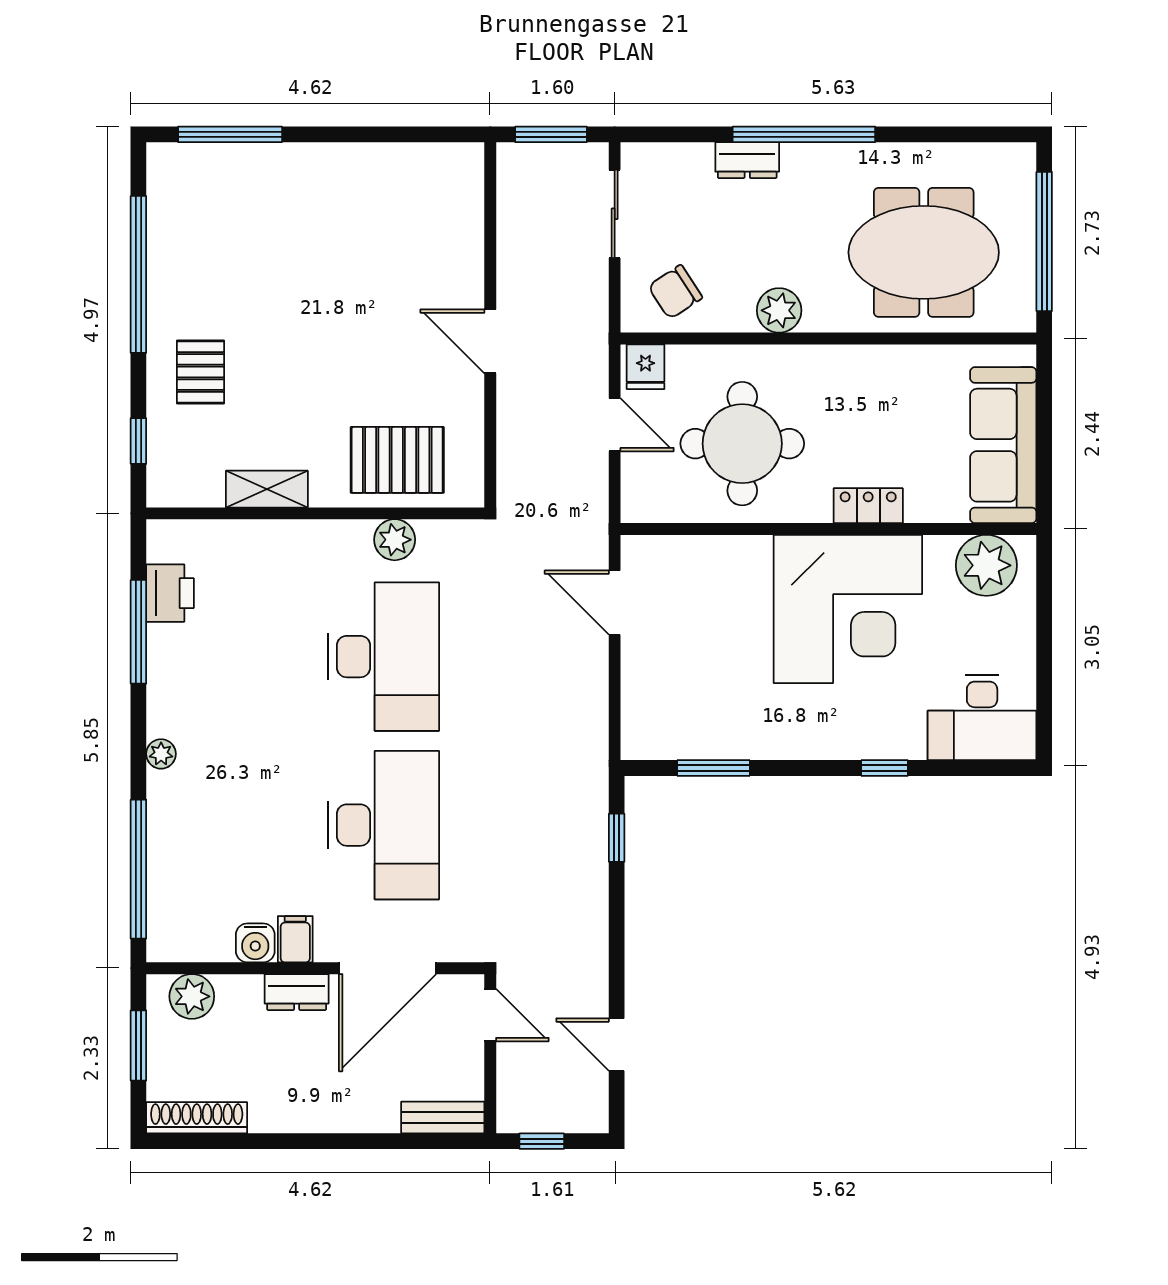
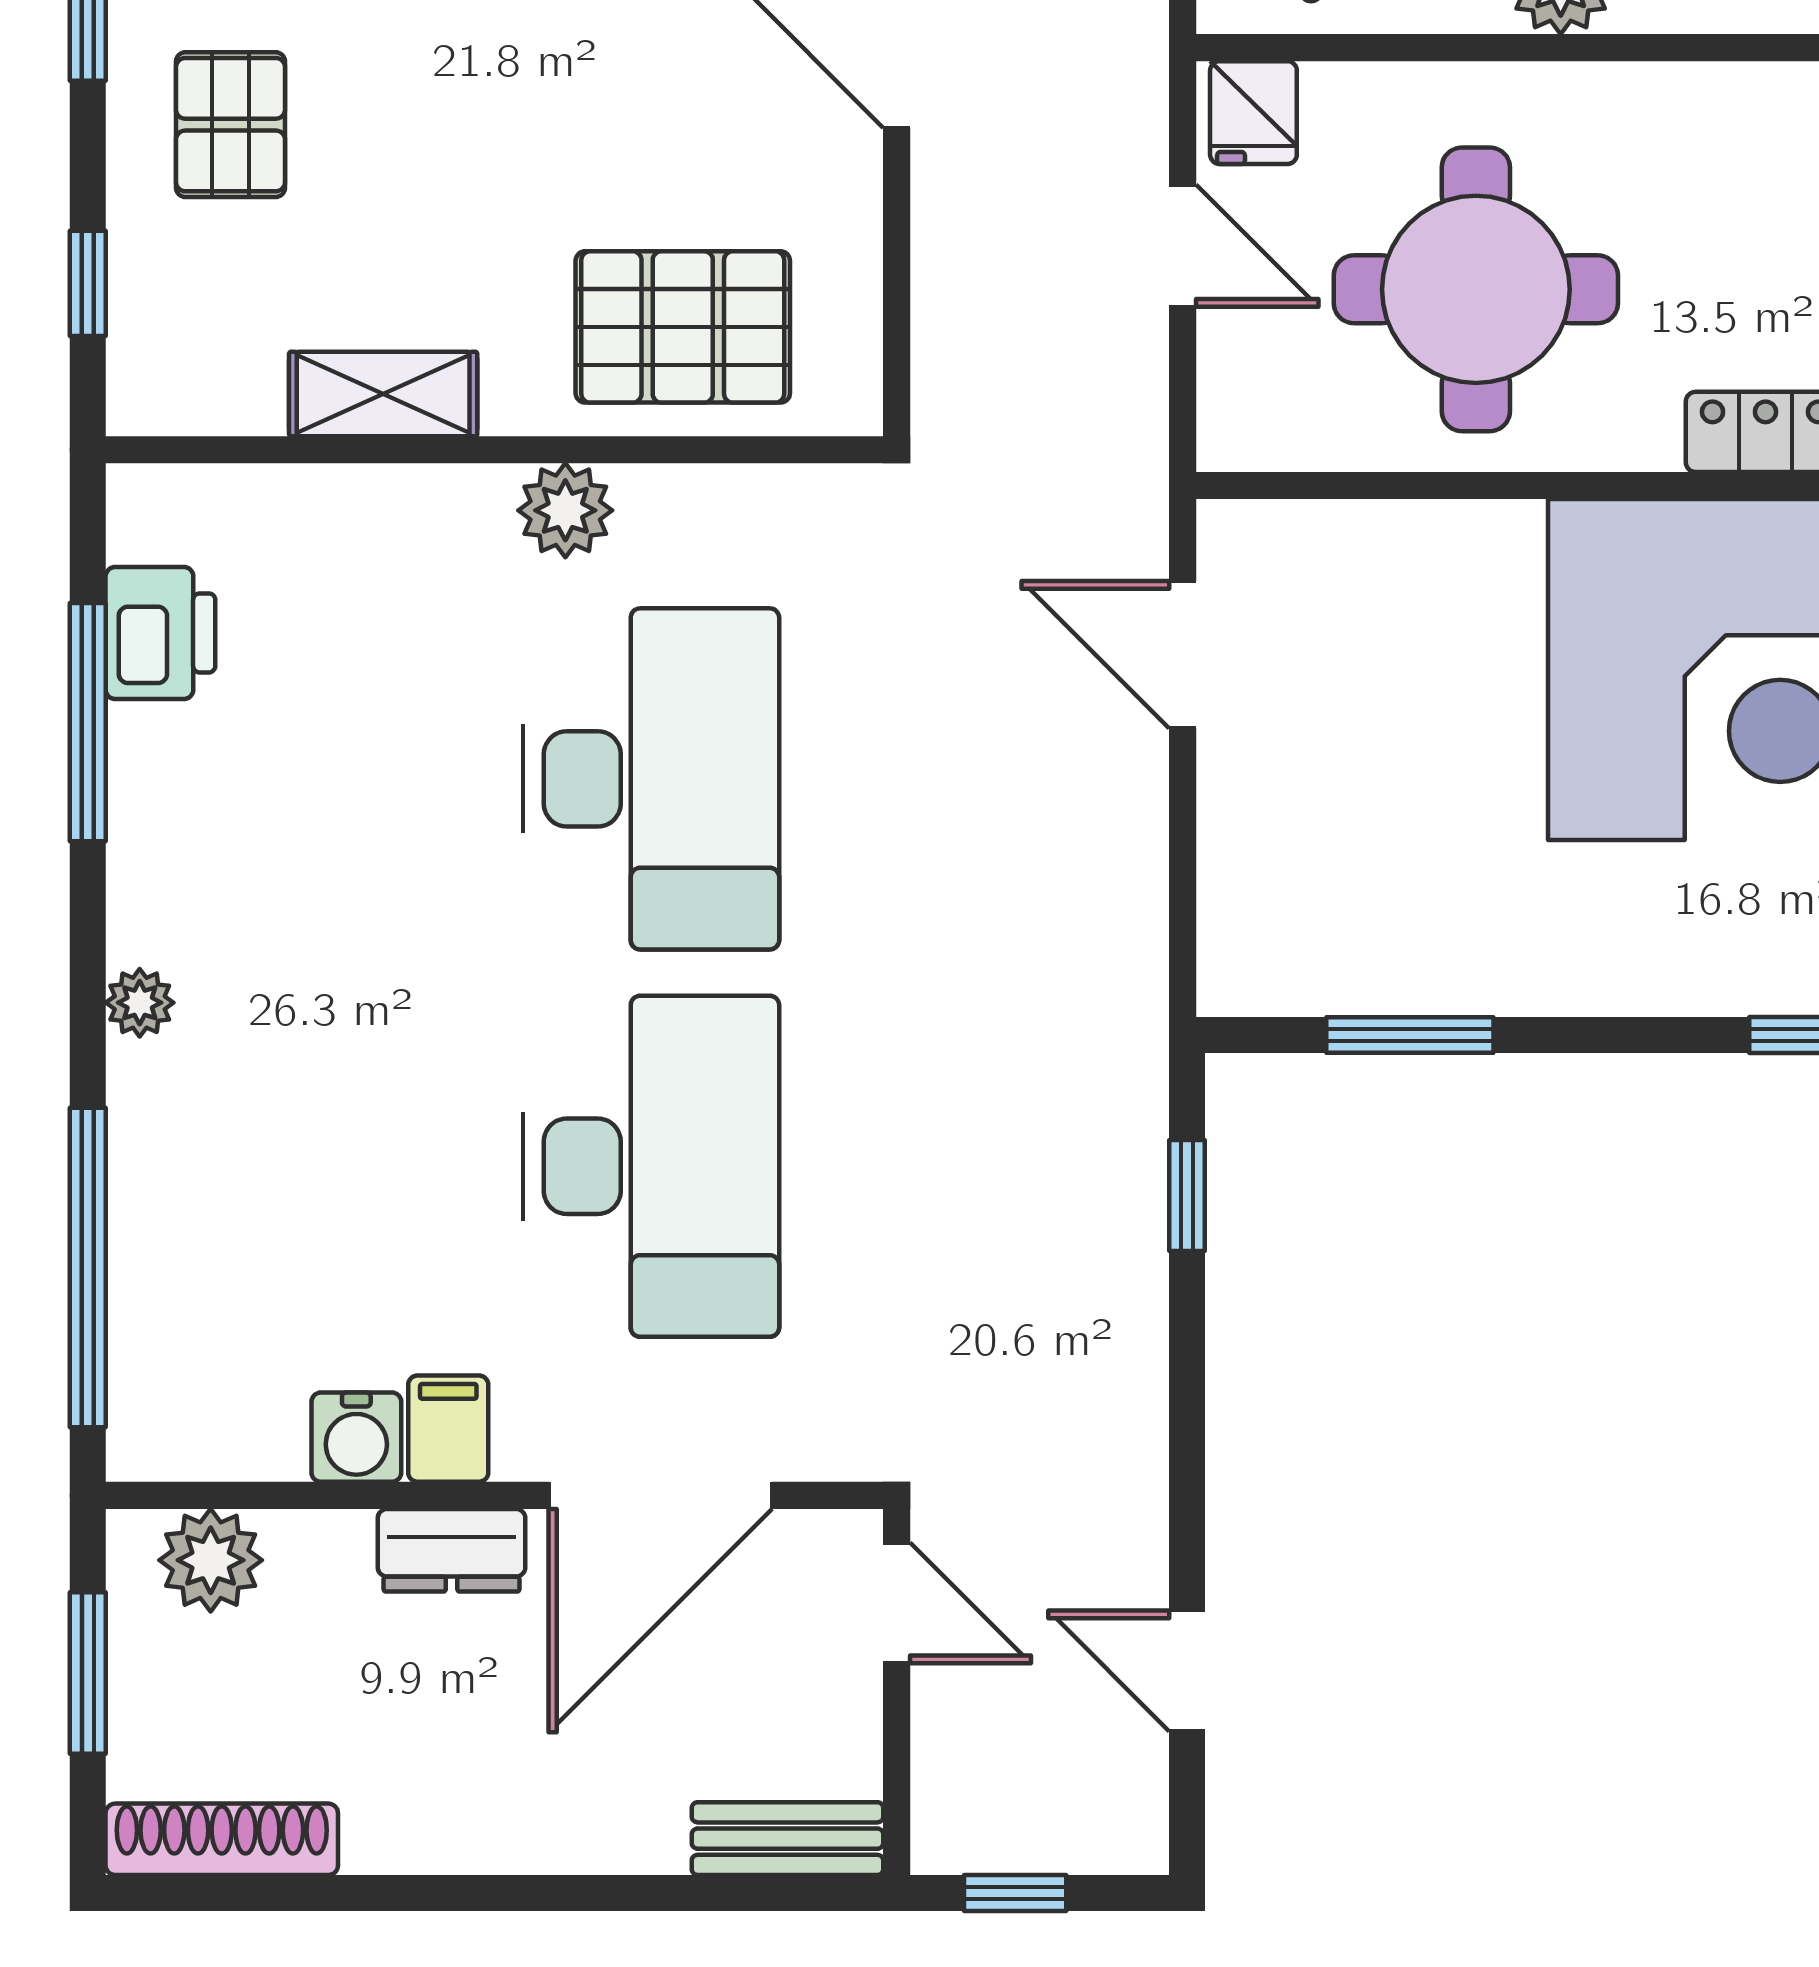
plant: (395, 540) -> (565, 510), moved

